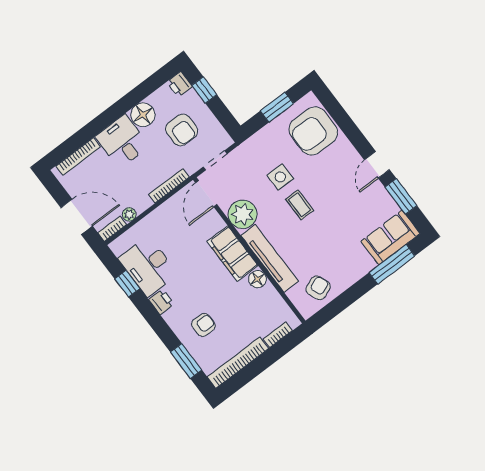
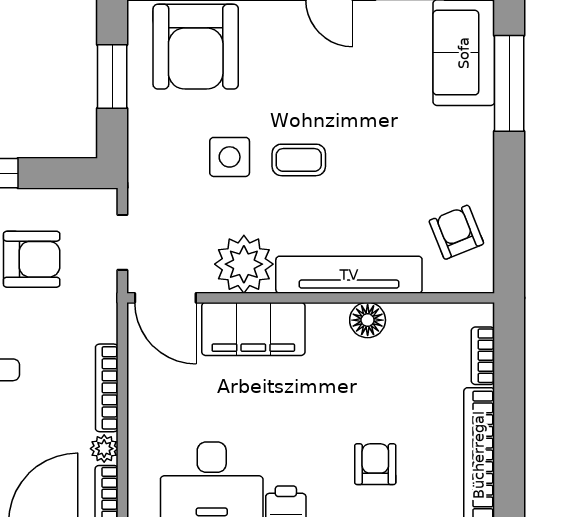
bookcase: (169, 186) -> (107, 388), moved
filing cabinet: (233, 254) -> (253, 329), moved

